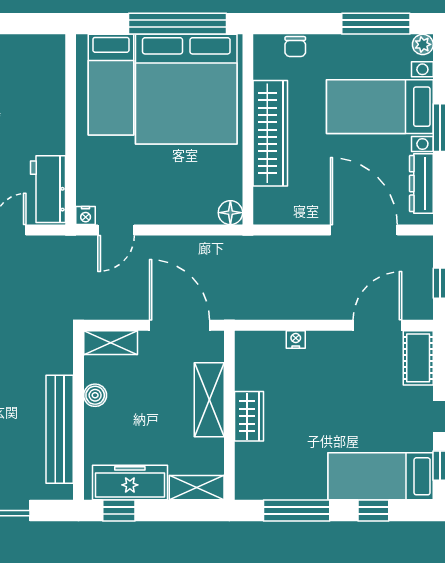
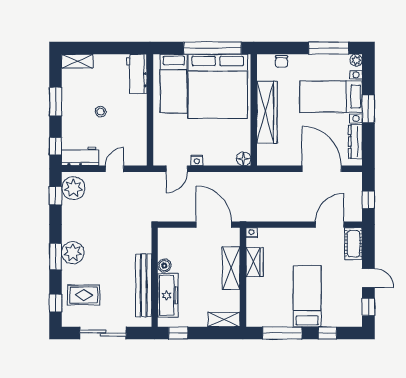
workbench: (48, 189) -> (137, 74), moved
nightstand: (86, 216) -> (197, 160), moved
nightstand: (296, 339) -> (252, 233), moved
shelving: (111, 343) -> (173, 235), removed
wardrobe: (249, 416) -> (254, 262), moved
bed: (381, 476) -> (307, 296), moved, turned 90
freezer: (130, 483) -> (168, 295), moved, turned 90

